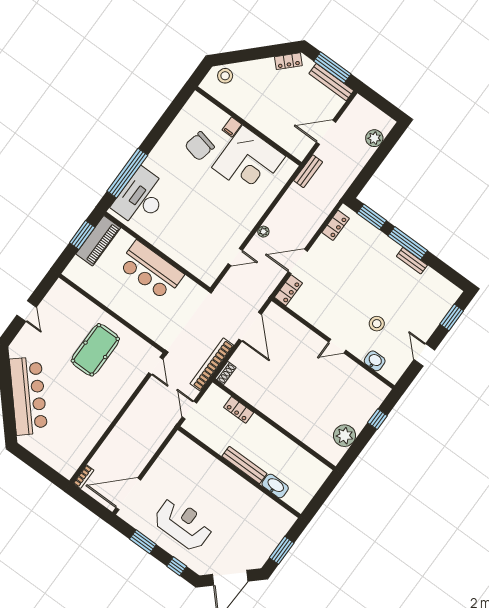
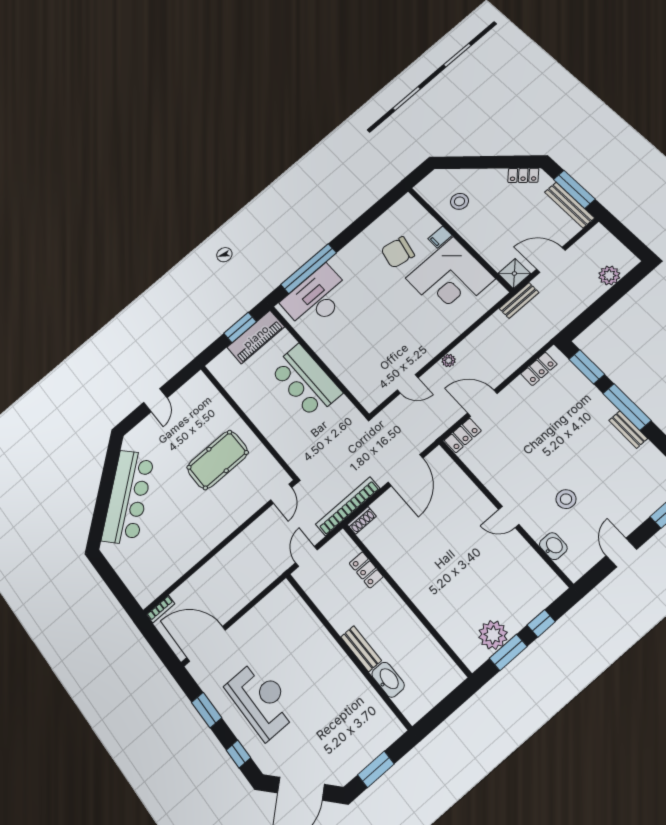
stool: (225, 76) -> (459, 201), moved
shower: (300, 149) -> (514, 274), added
window: (358, 445) -> (508, 652), added
bench: (244, 465) -> (361, 649), width x0.73

